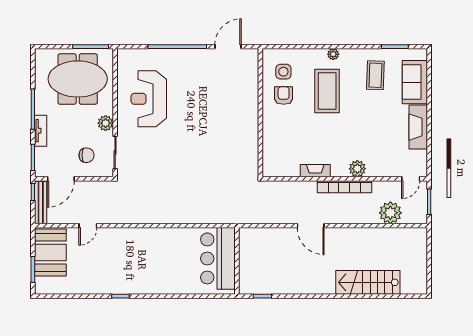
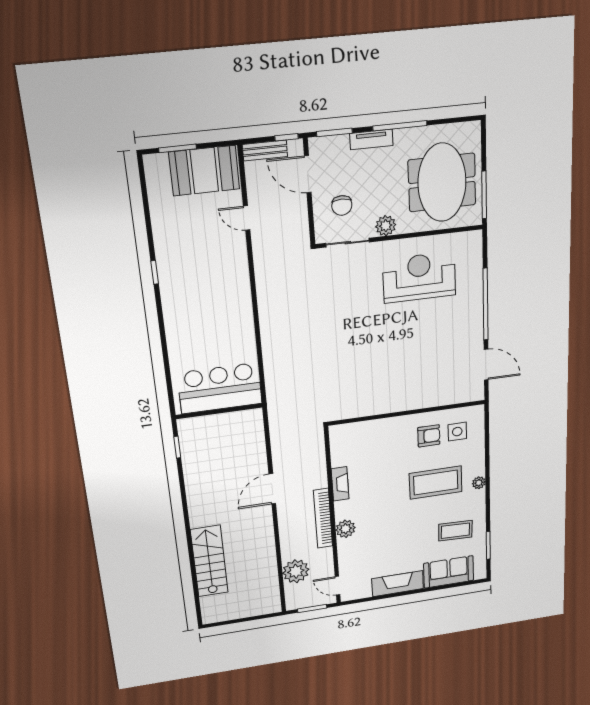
bench: (41, 202) -> (265, 150), width x0.73

